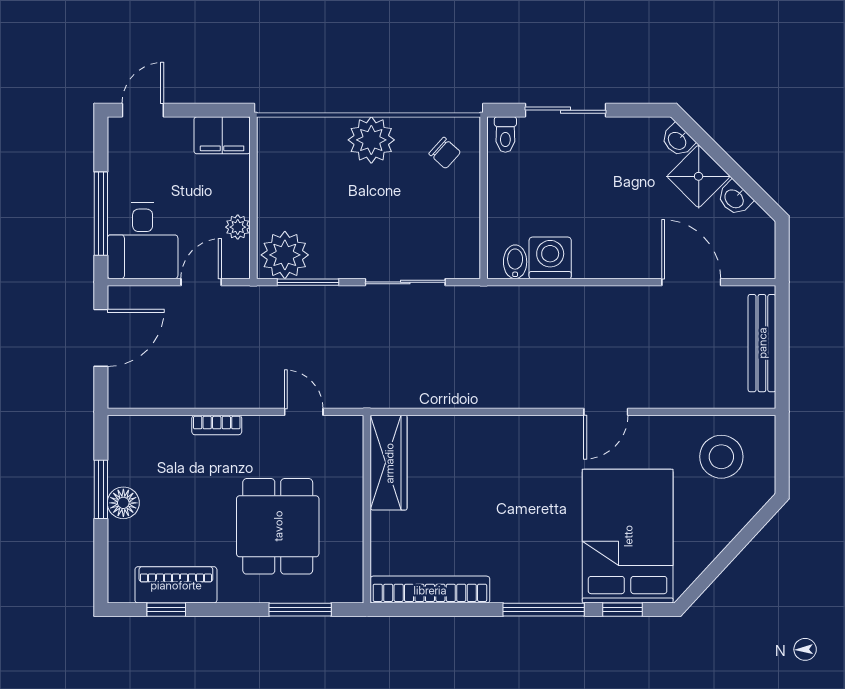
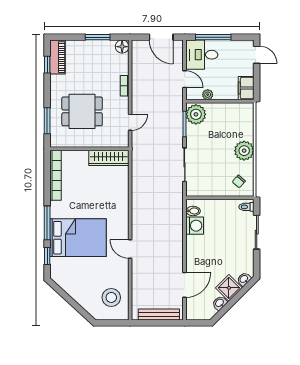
floor lamp: (123, 503) -> (122, 47), moved
bed: (628, 536) -> (78, 238), moved
piano: (176, 585) -> (58, 57), moved

